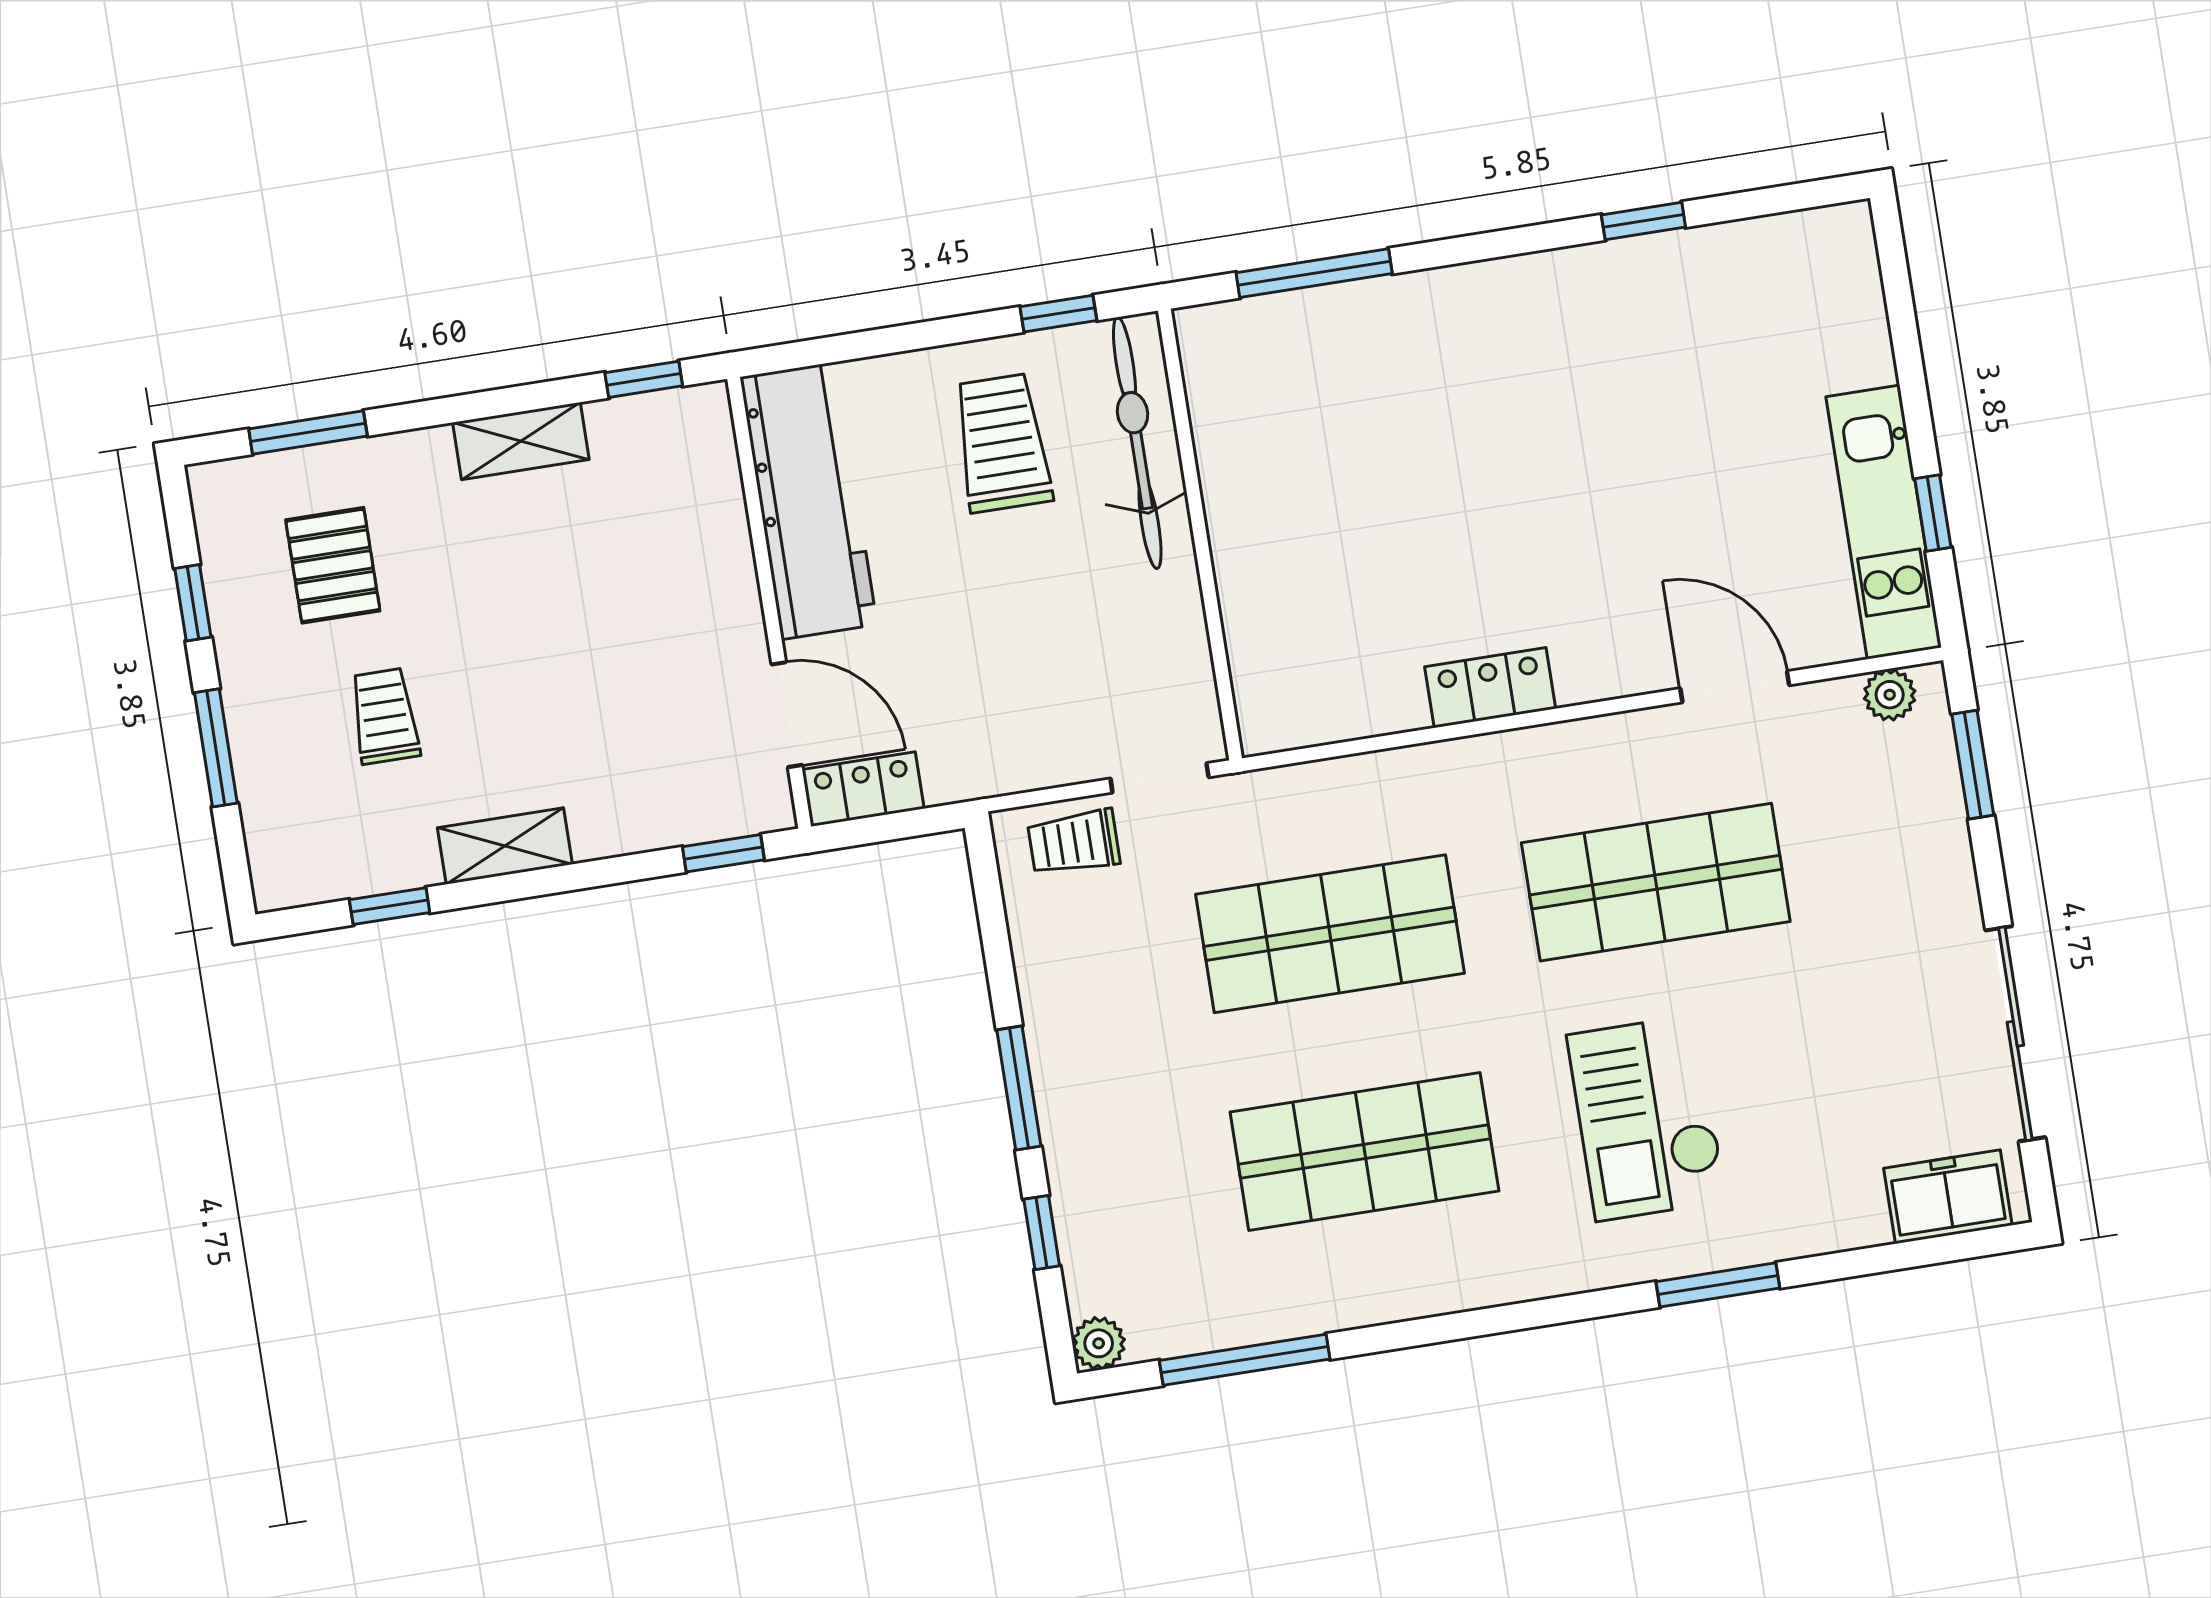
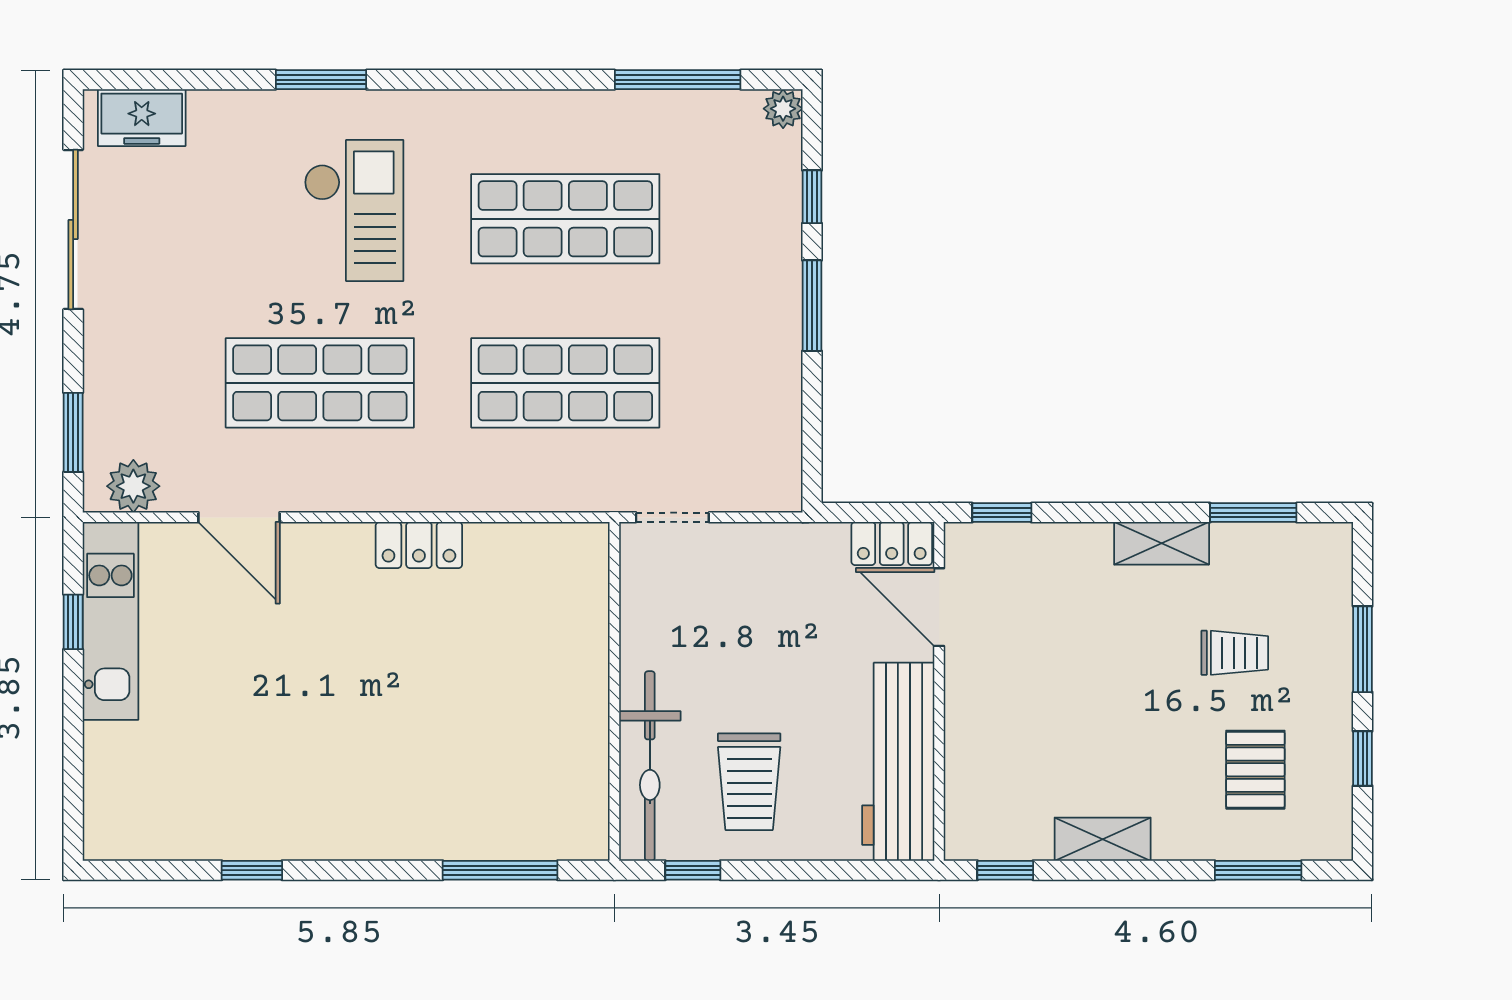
plant: (1890, 695) -> (133, 486), width x1.38, depth x1.38
trolley: (385, 716) -> (1235, 653), turned -90
trolley: (1074, 842) -> (743, 480), removed
window: (390, 906) -> (1253, 513), width x1.50

